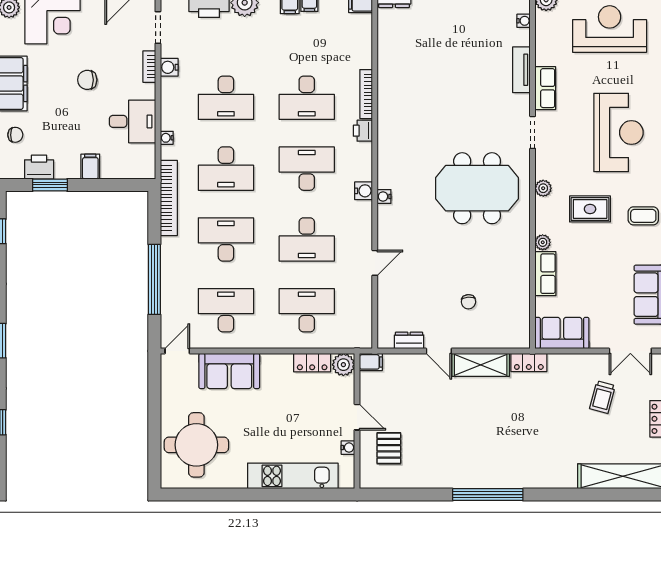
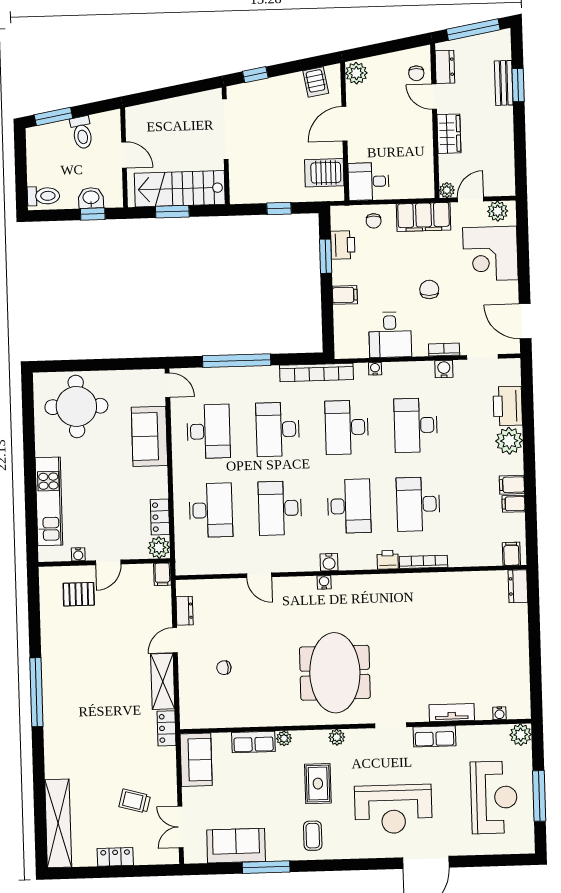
desk: (226, 239) -> (278, 429), turned 180

